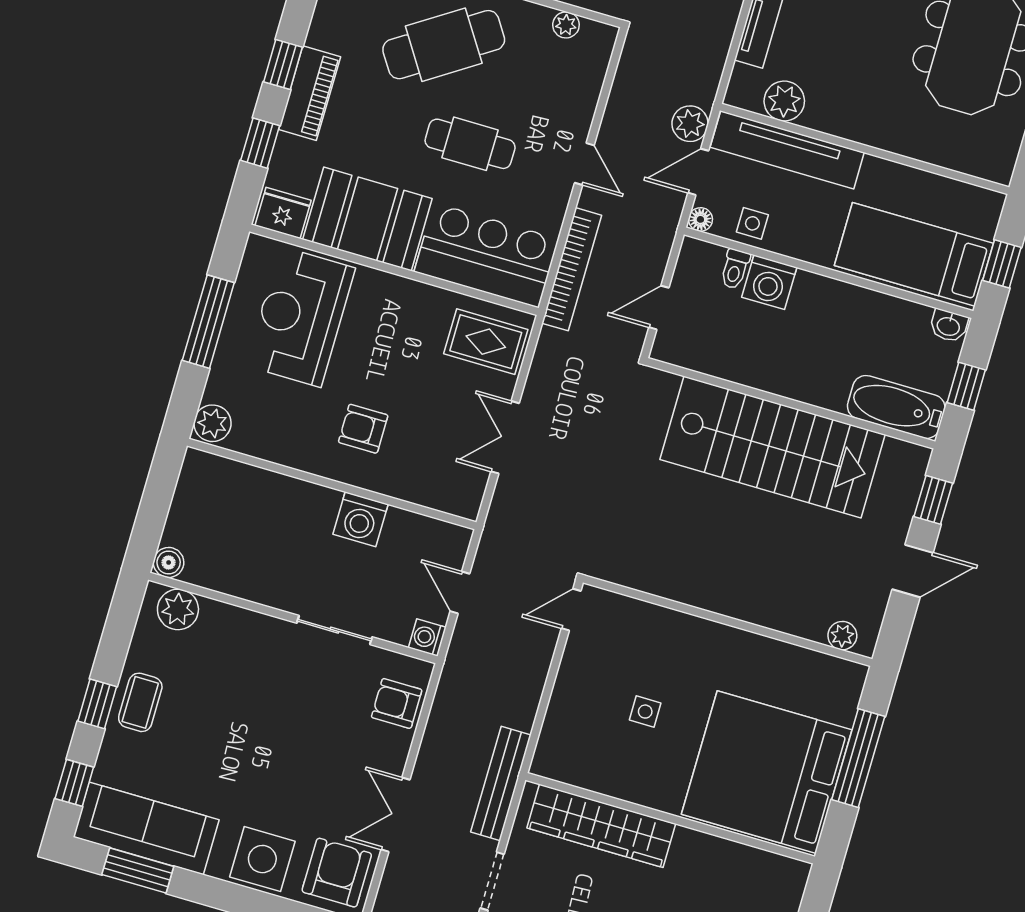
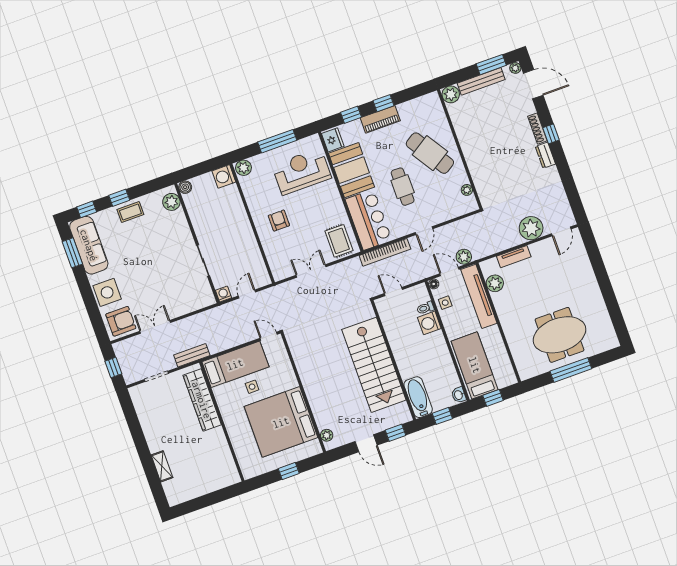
washing machine: (361, 519) -> (224, 176), moved
armchair: (397, 703) -> (193, 300), removed
bed: (579, 712) -> (235, 364), added
window: (858, 758) -> (289, 471), width x0.46
bed: (767, 772) -> (281, 422), moved, turned -90
bench: (501, 783) -> (192, 355), width x0.73

